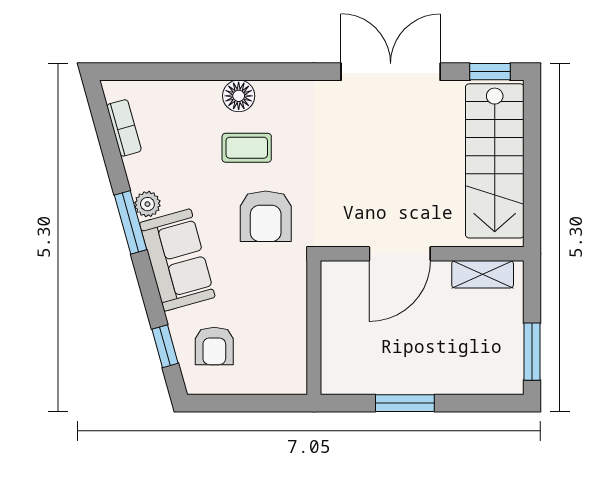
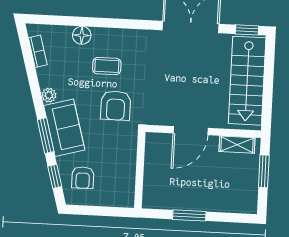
floor lamp: (239, 96) -> (82, 35), moved
window: (131, 222) -> (46, 136), moved
window: (532, 352) -> (264, 171), moved

